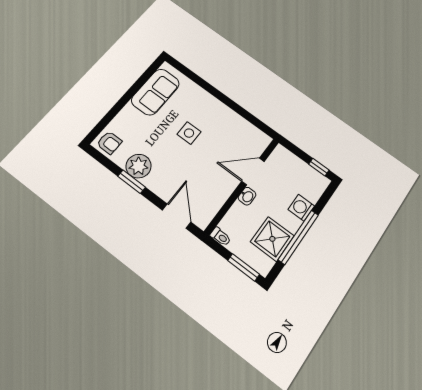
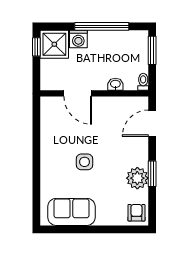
washbasin: (247, 196) -> (115, 84), moved
shower: (272, 239) -> (54, 44), moved

